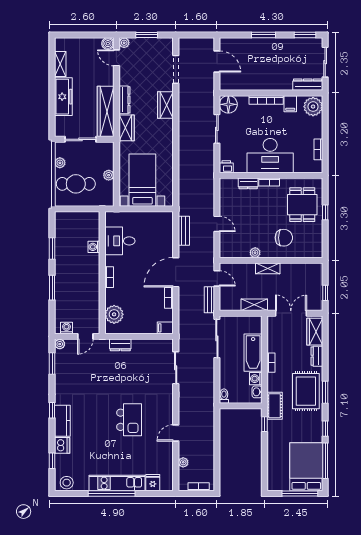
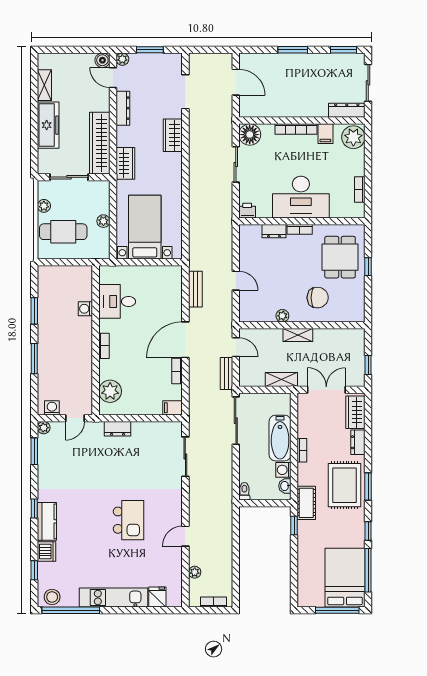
dresser: (125, 100) -> (123, 108), moved
window: (112, 494) -> (71, 610), moved

